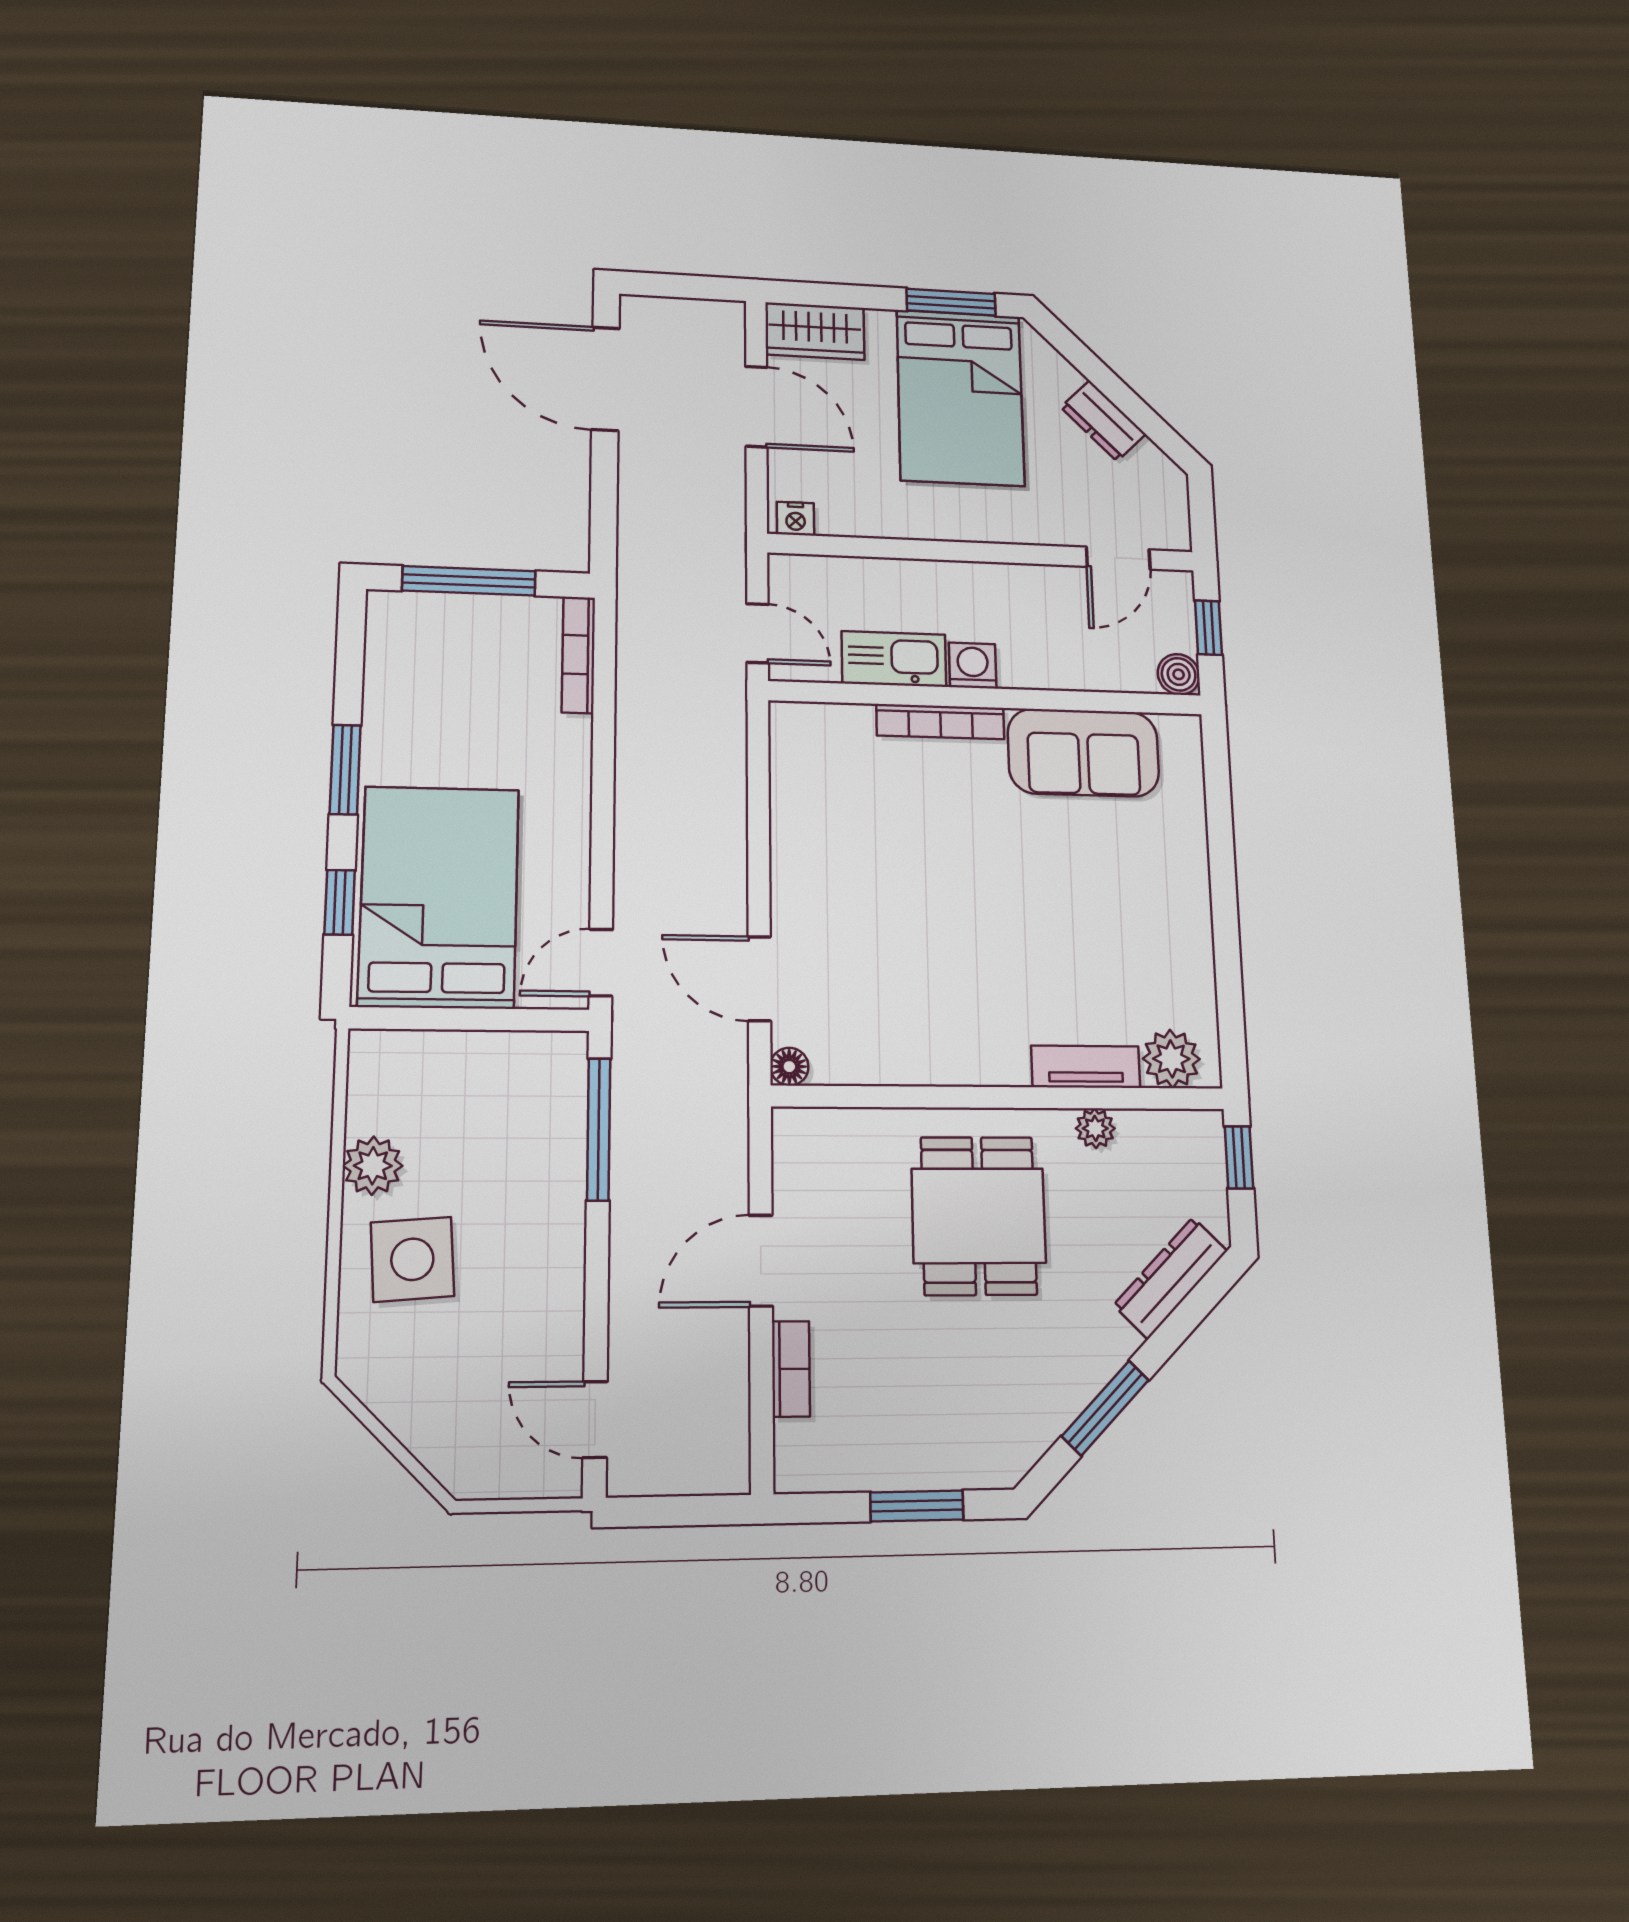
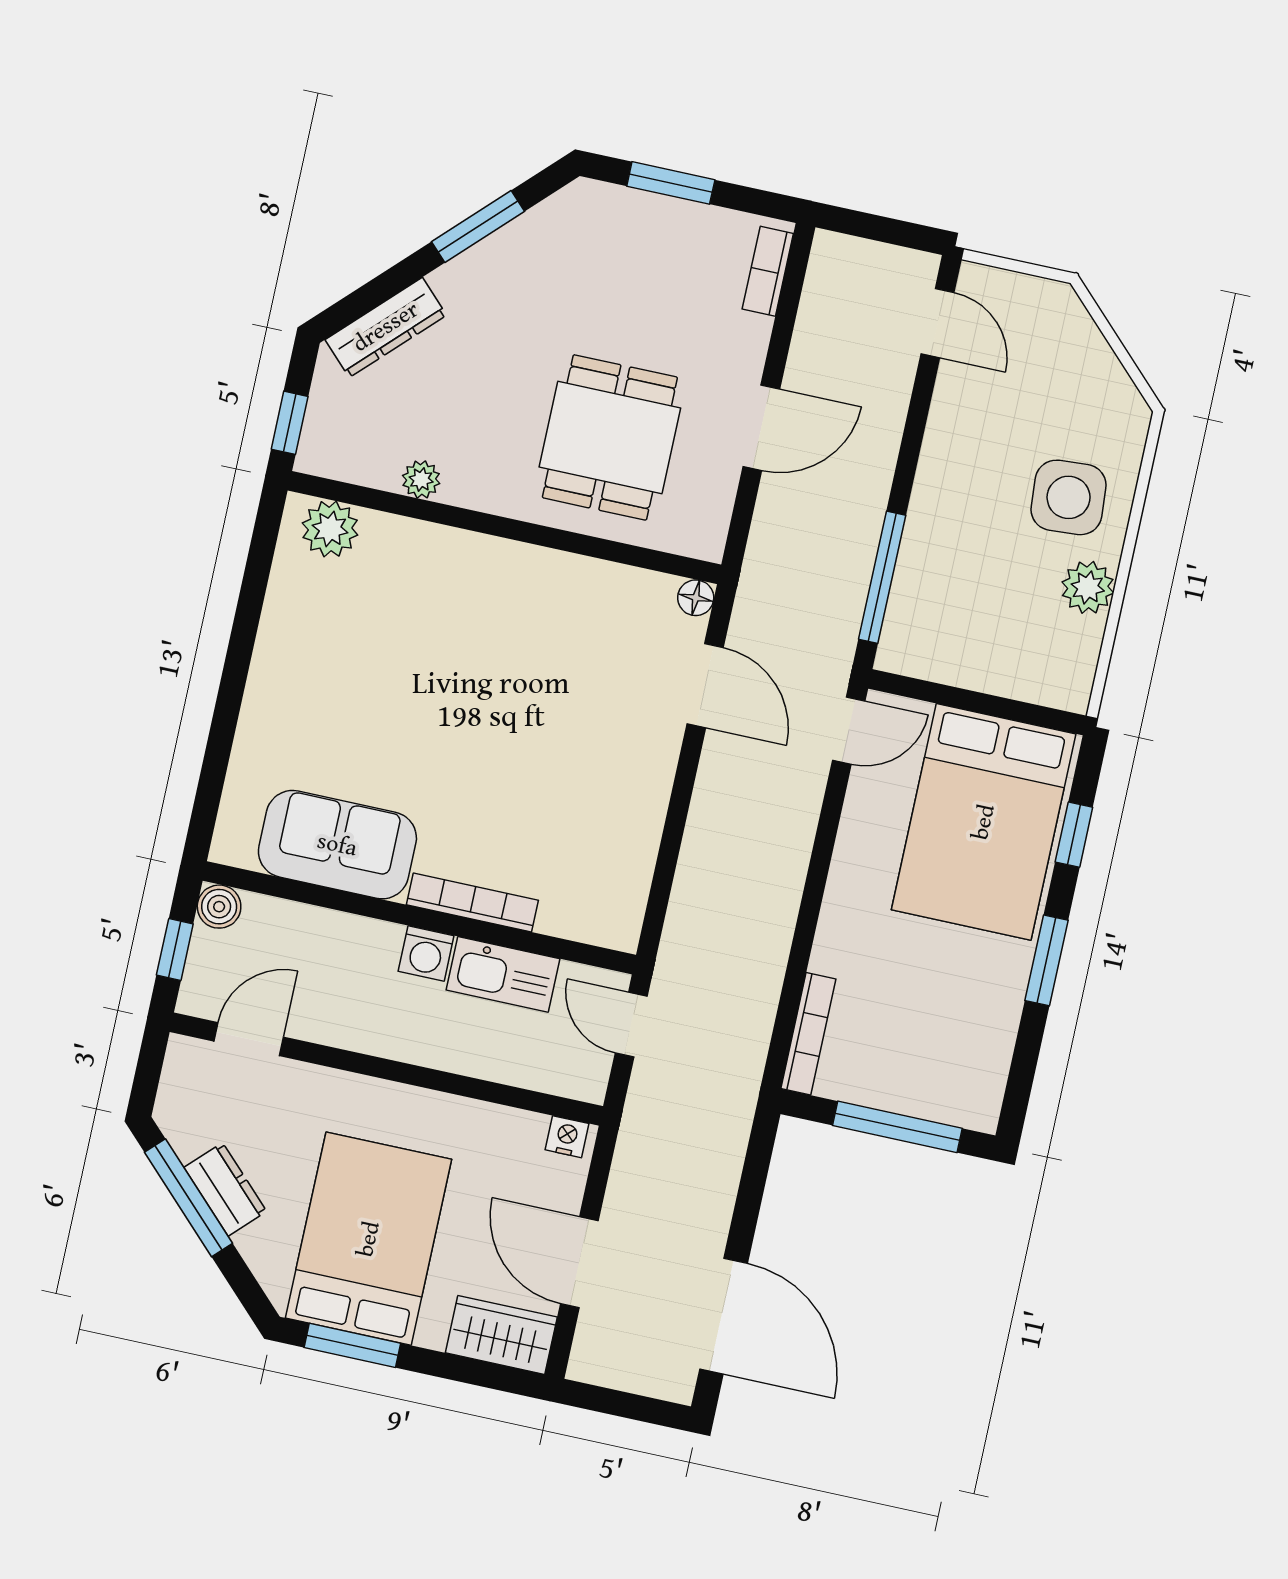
window: (1135, 408) -> (188, 1198), added
tv unit: (1086, 1067) -> (415, 539), removed
dining table: (979, 1216) -> (610, 437), moved
bookcase: (791, 1369) -> (768, 271), moved

